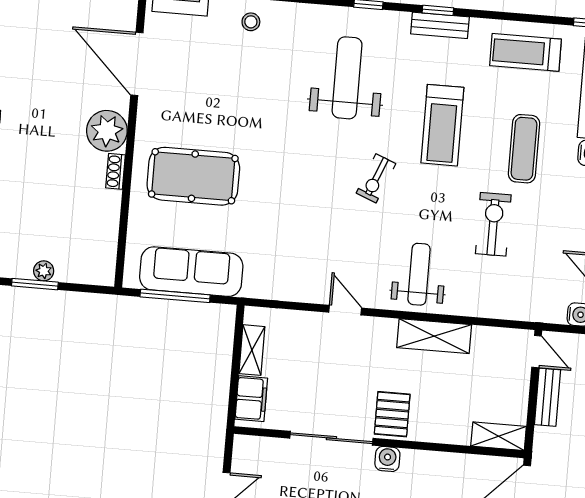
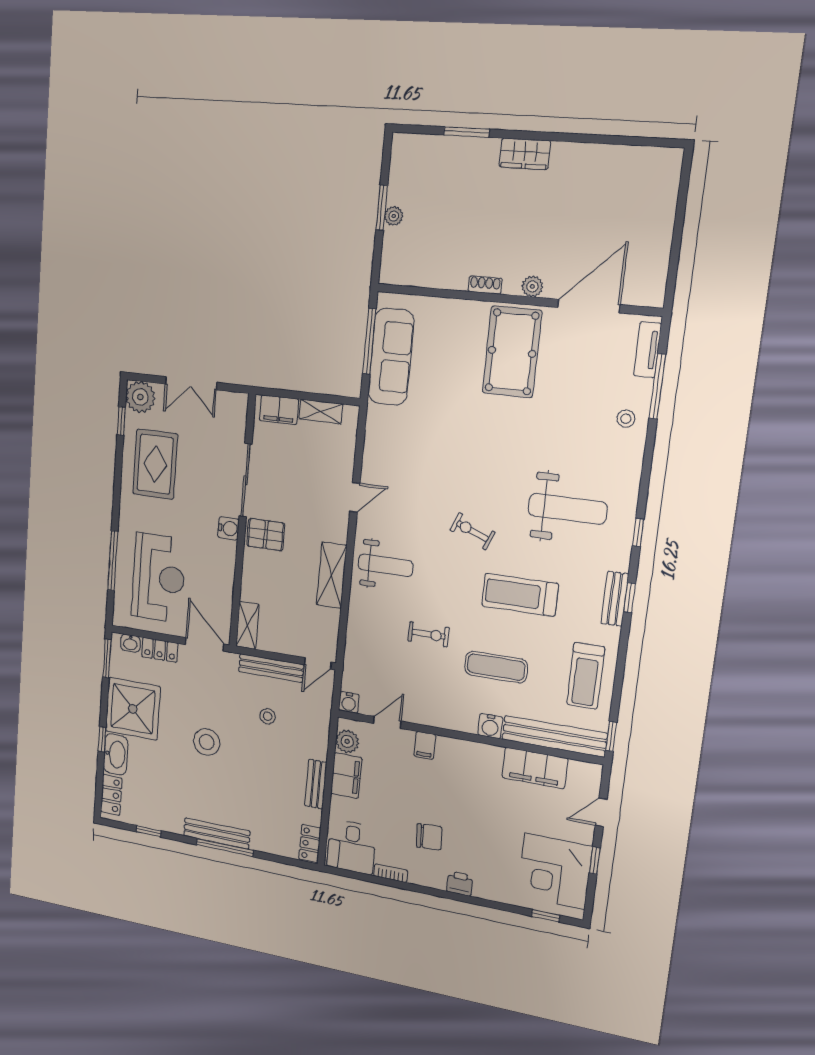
treadmill: (526, 52) -> (586, 676), turned 180
plant: (107, 131) -> (532, 286), width x0.53, depth x0.53
pool table: (193, 176) -> (512, 352), moved
exercise bike: (493, 224) -> (429, 634), width x0.73, depth x0.72
bench: (547, 397) -> (271, 668), width x1.36

